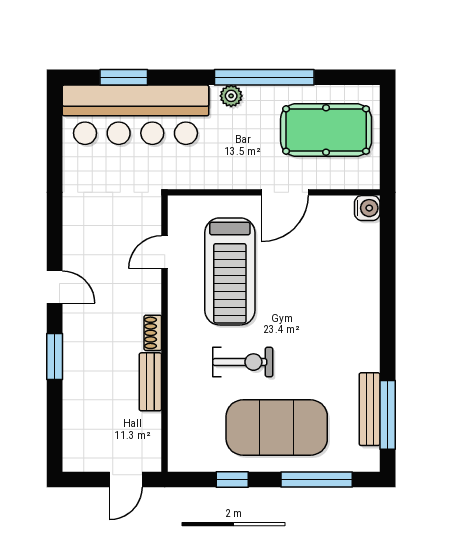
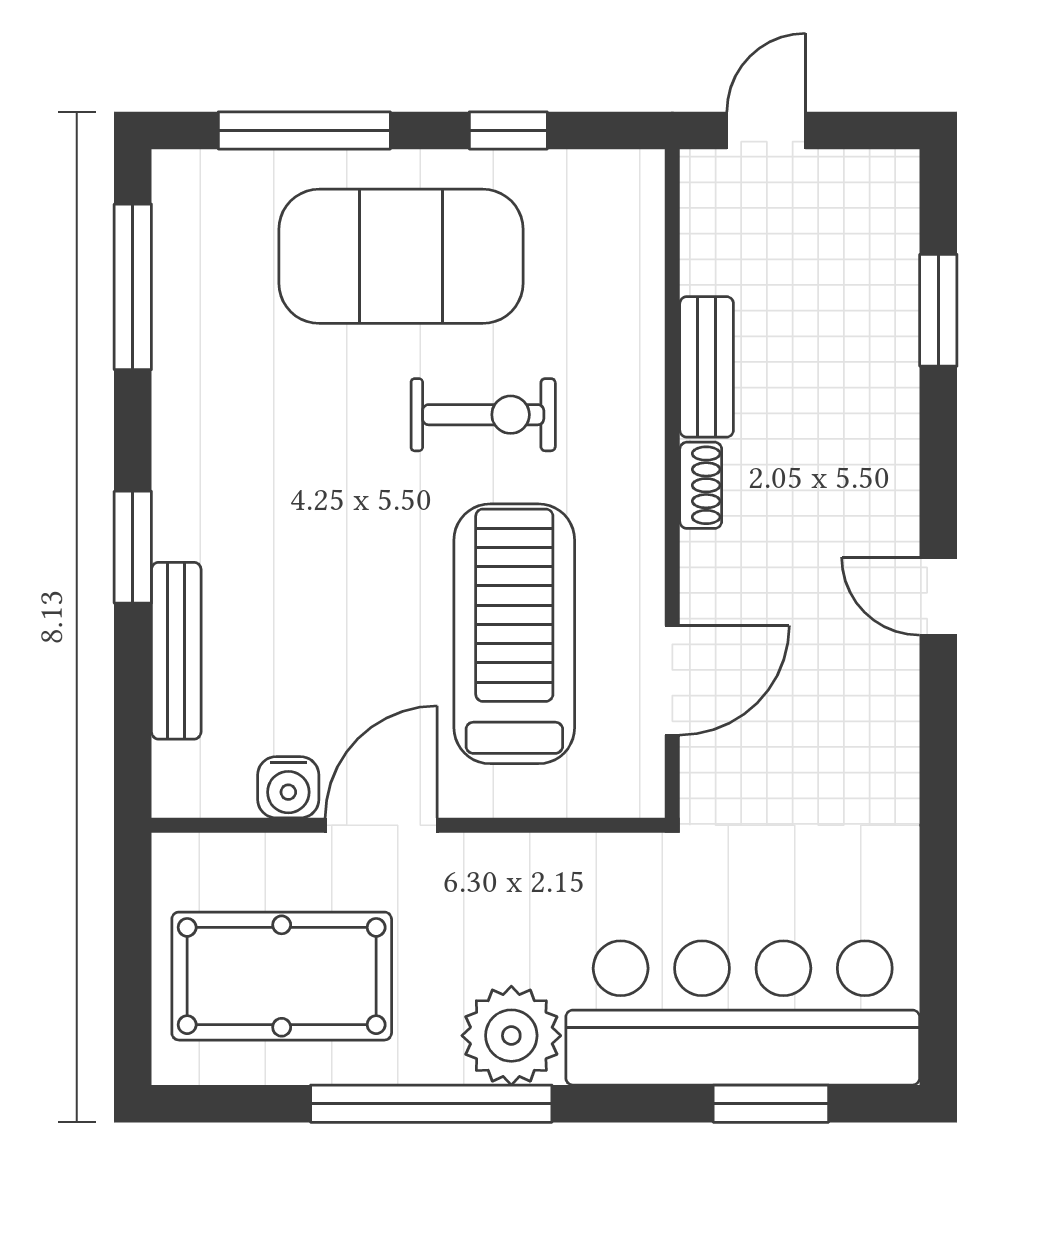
plant: (231, 96) -> (511, 1036), width x1.87, depth x1.87
water cooler: (367, 208) -> (288, 787), moved, turned -90
door: (165, 252) -> (672, 680), width x1.38
window: (388, 307) -> (133, 547), added
window: (55, 356) -> (938, 310), moved
exercise bike: (243, 362) -> (483, 415), turned 180
bench: (370, 409) -> (176, 651), moved

